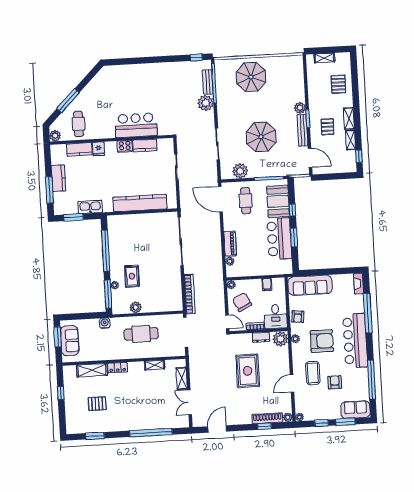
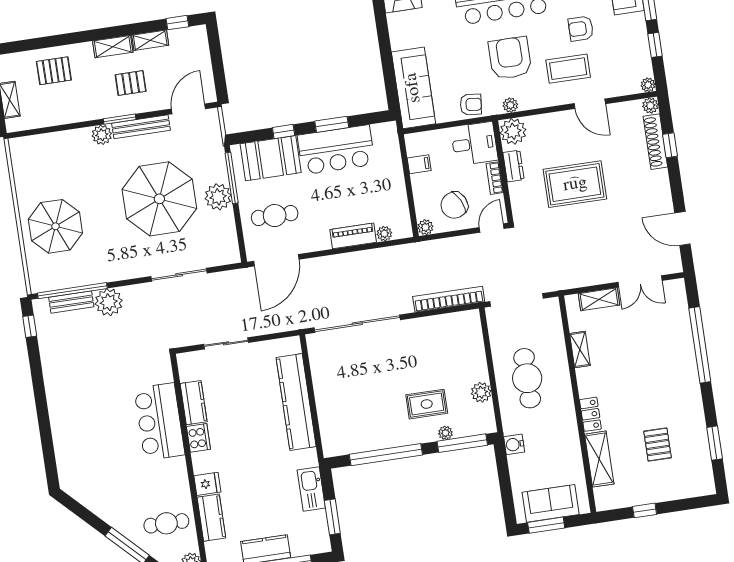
parasol: (261, 137) -> (159, 199), width x1.36, depth x1.36
plant: (240, 171) -> (218, 197), moved

